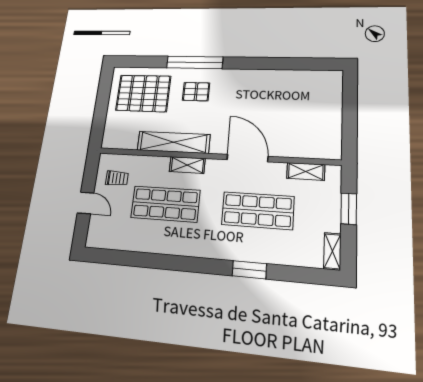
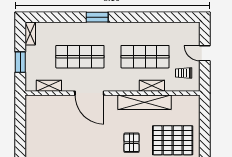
pallet: (196, 92) -> (132, 143), turned 90
shelving: (187, 165) -> (152, 86), moved
window: (249, 270) -> (97, 17), moved

